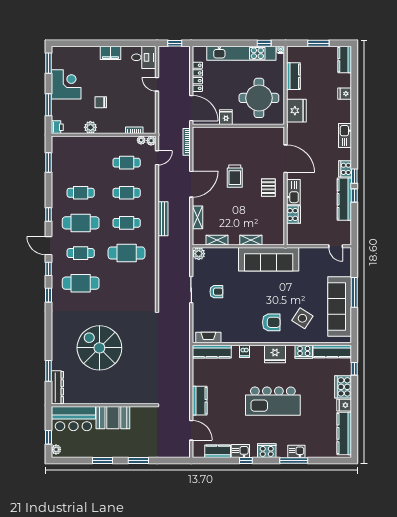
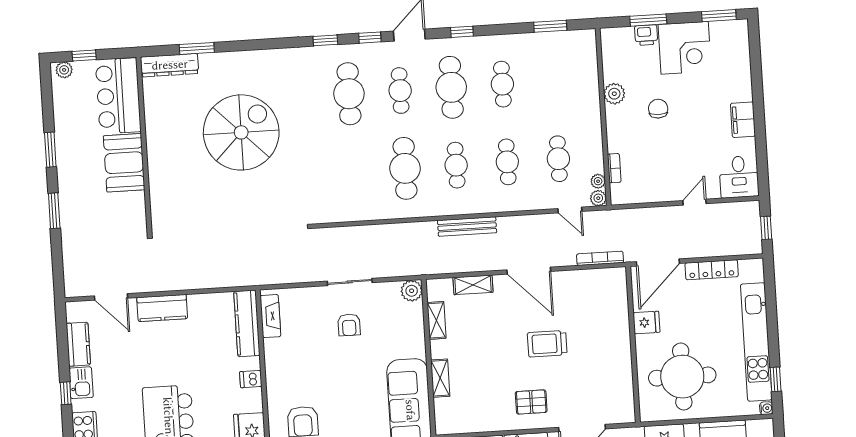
printer: (57, 127) -> (646, 35), moved
door: (191, 430) -> (111, 297), hinge flipped

